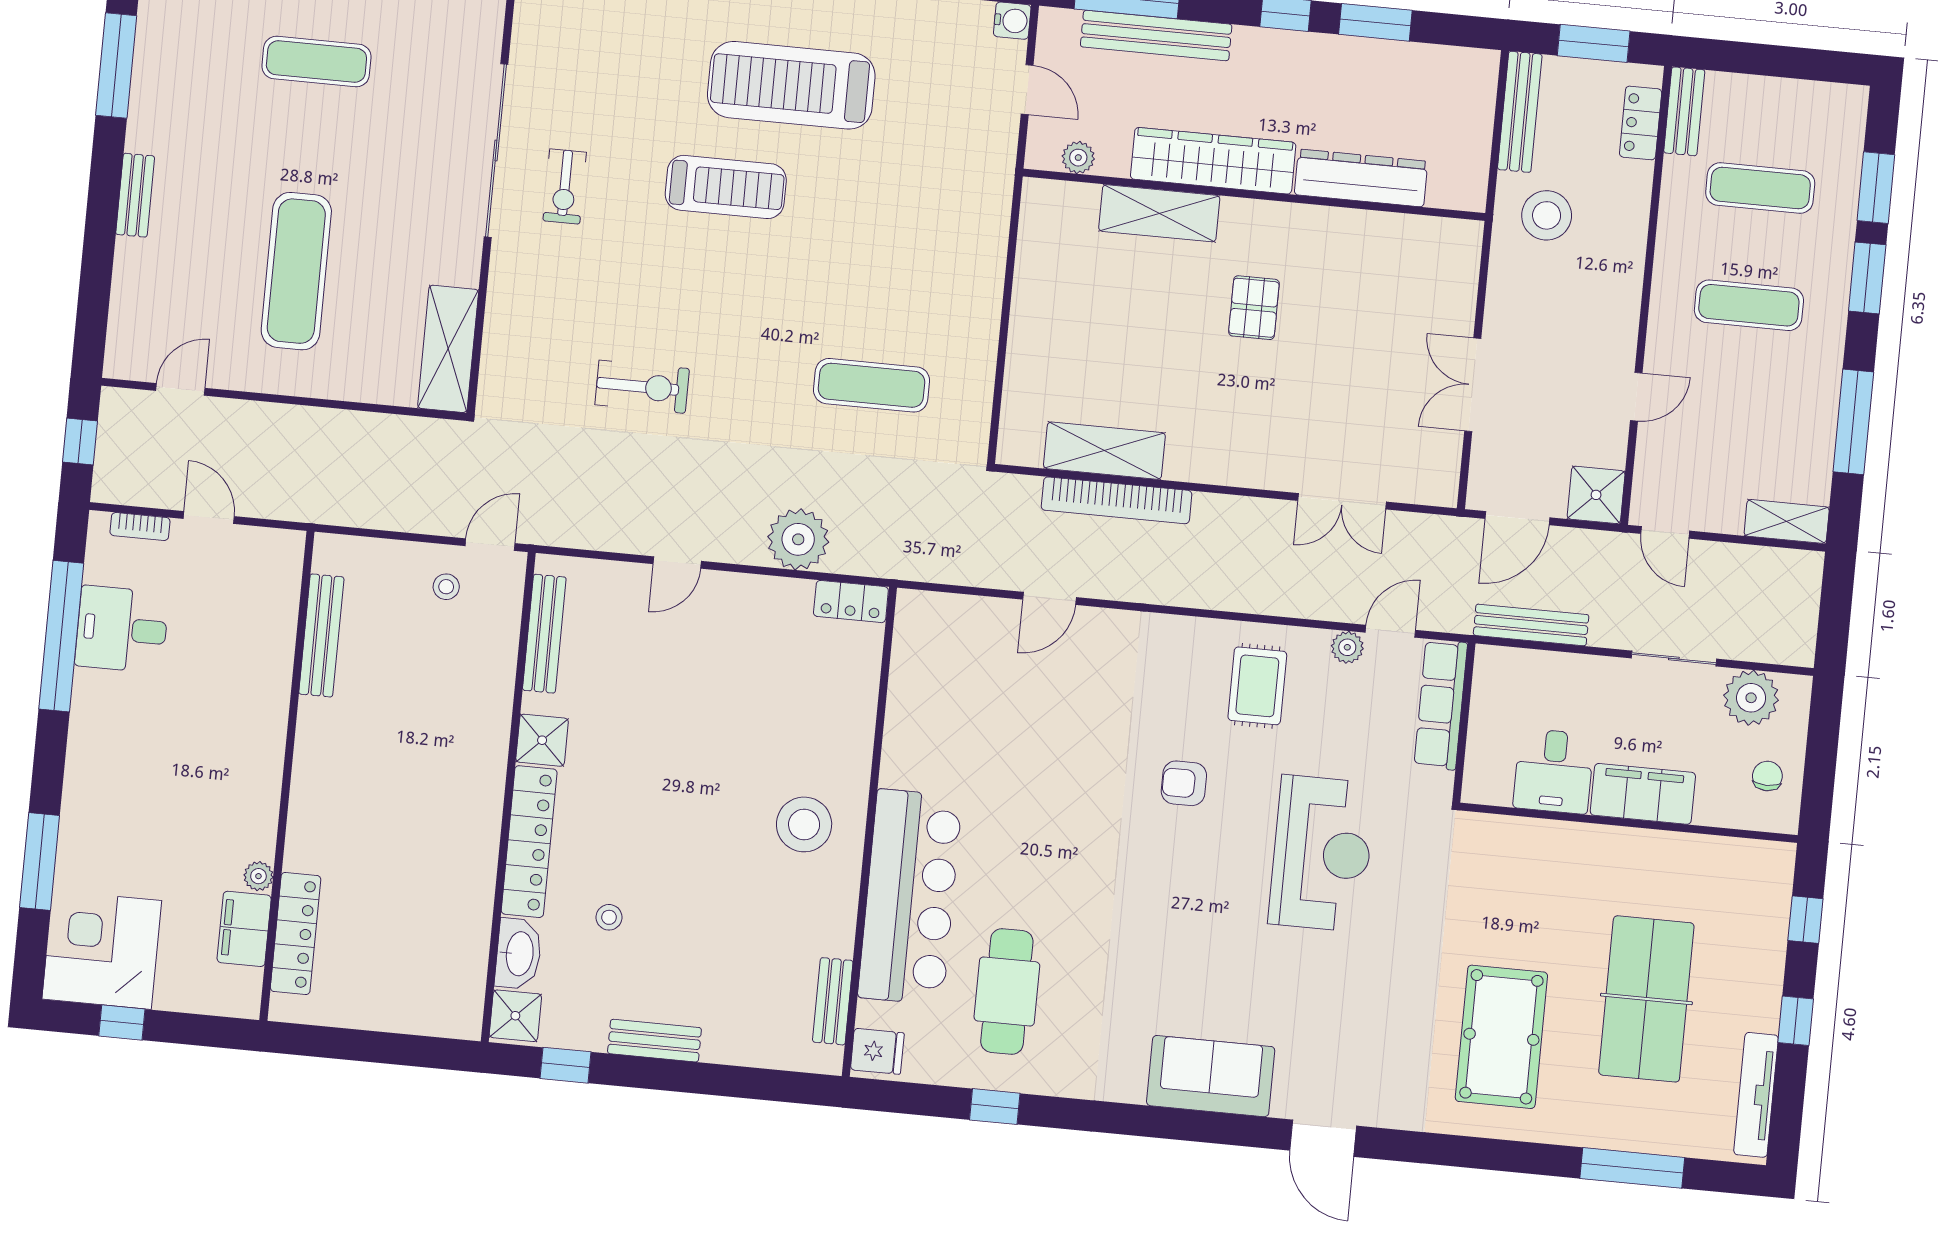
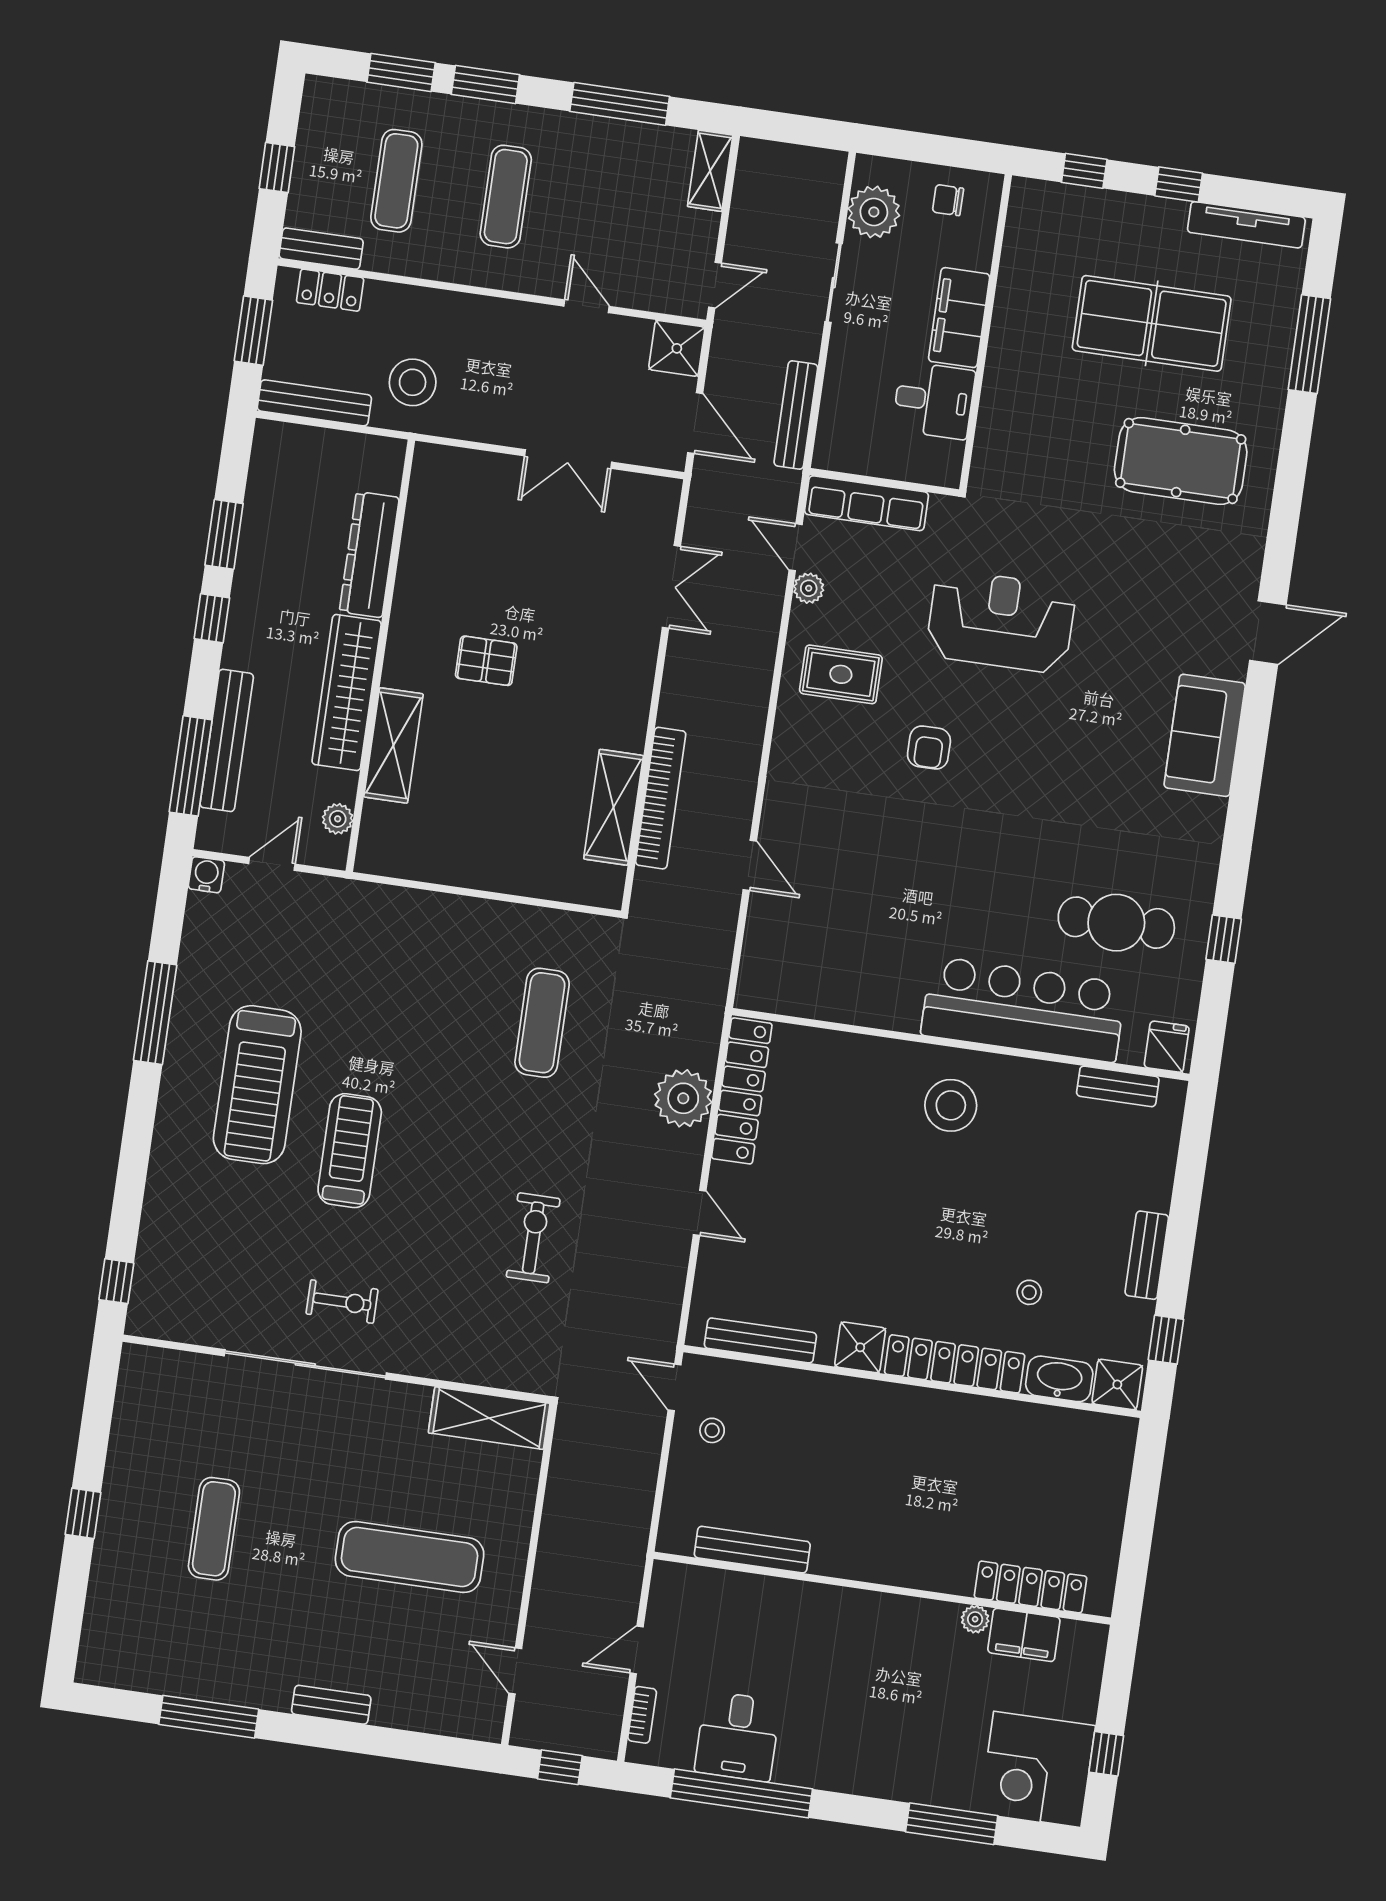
window: (1768, 60) -> (277, 168), added
locker: (851, 602) -> (742, 1091), width x2.16, depth x1.21

